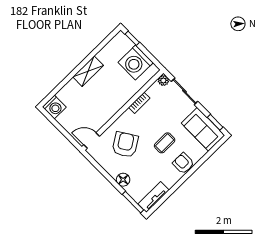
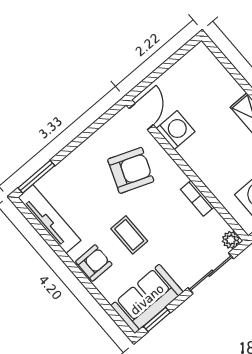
washing machine: (54, 107) -> (176, 130), moved, turned 180
armchair: (125, 145) -> (131, 170), turned -36
floor lamp: (123, 180) -> (74, 163), removed
tv unit: (154, 197) -> (49, 219), width x1.41

